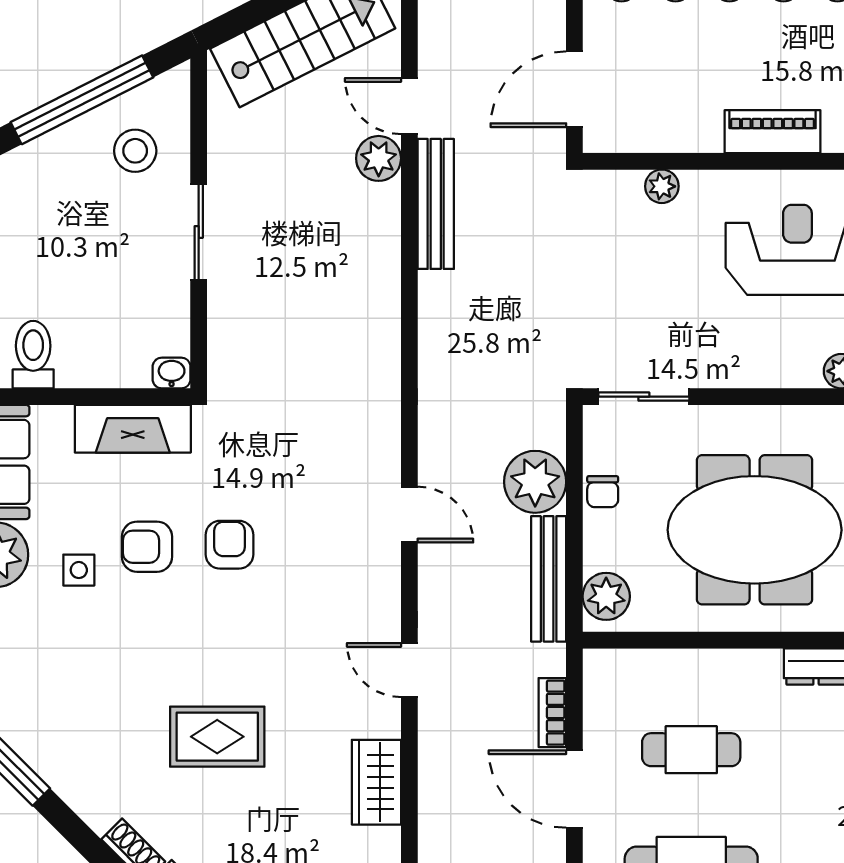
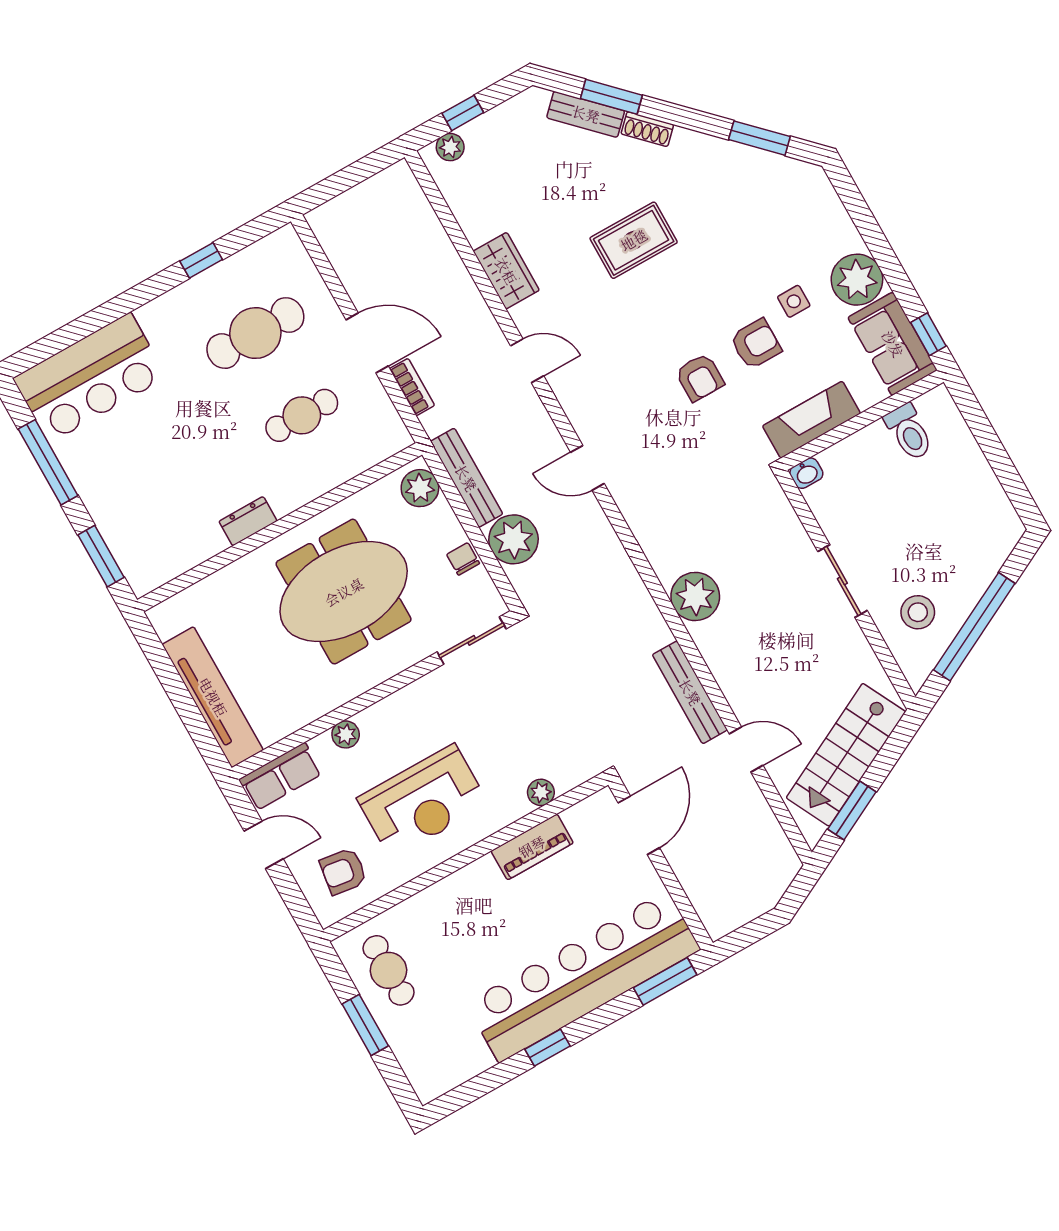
piano: (773, 132) -> (532, 847), moved
plant: (379, 158) -> (695, 596), moved, width x1.36, depth x1.36

